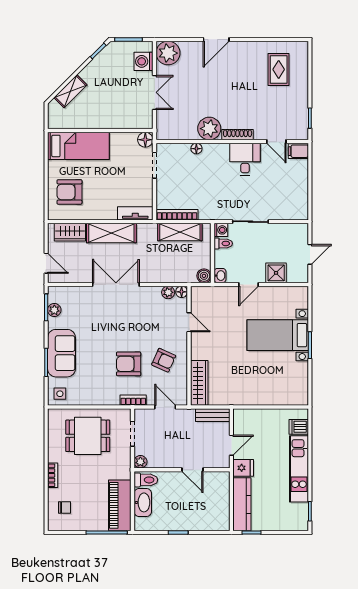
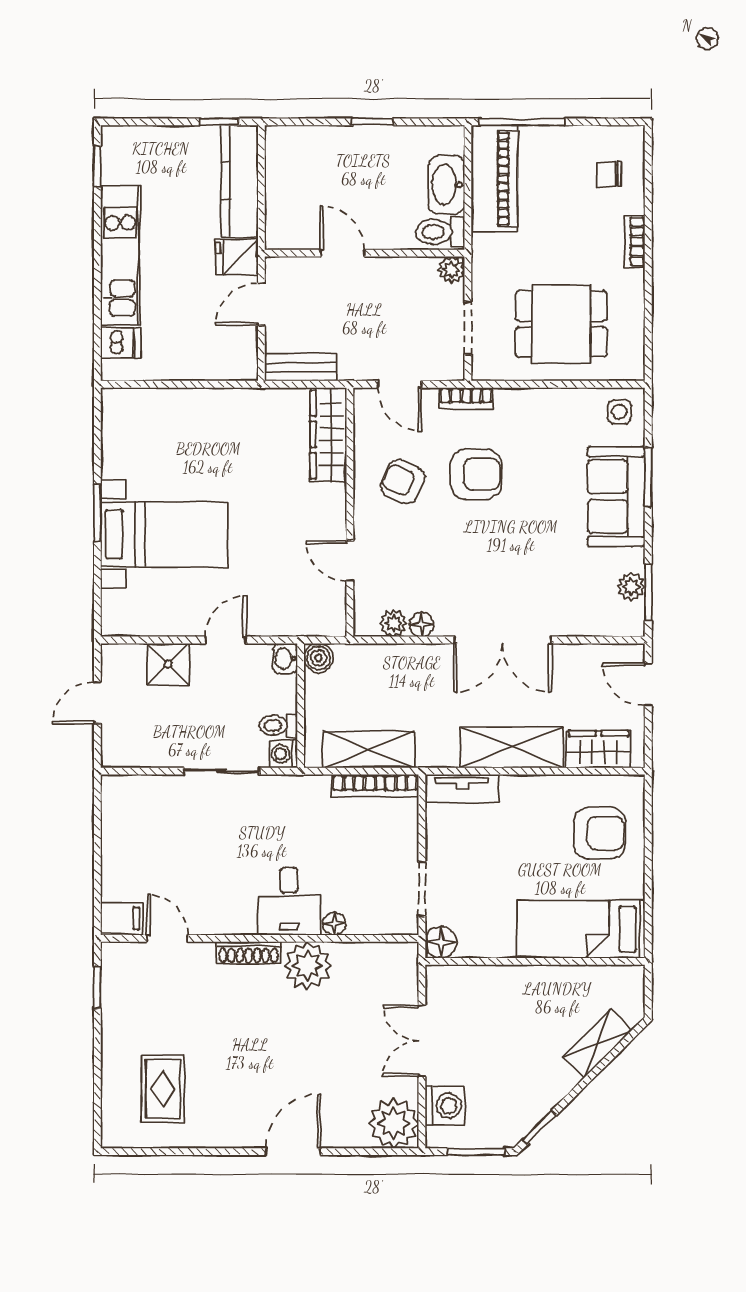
desk: (245, 159) -> (289, 901), moved
floor lamp: (182, 292) -> (422, 625), moved

